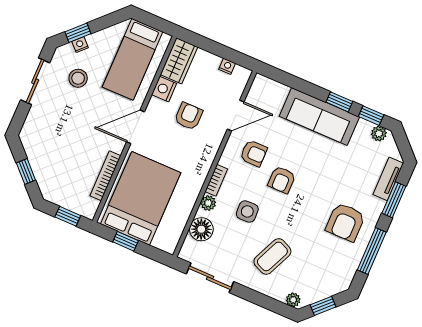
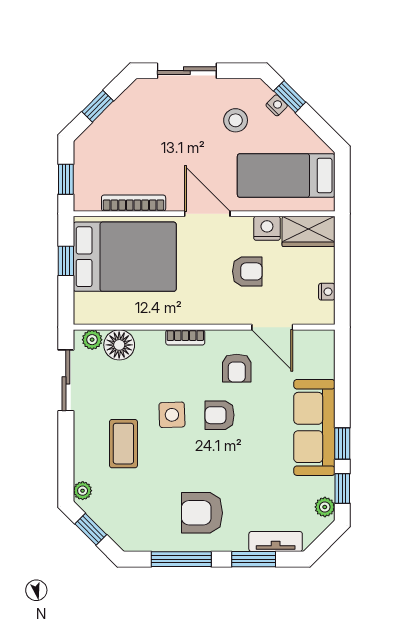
sliding door: (35, 81) -> (187, 71), moved
plant: (208, 203) -> (92, 340), moved
side table: (247, 211) -> (172, 415), moved
coffee table: (272, 256) -> (123, 444), turned 66

